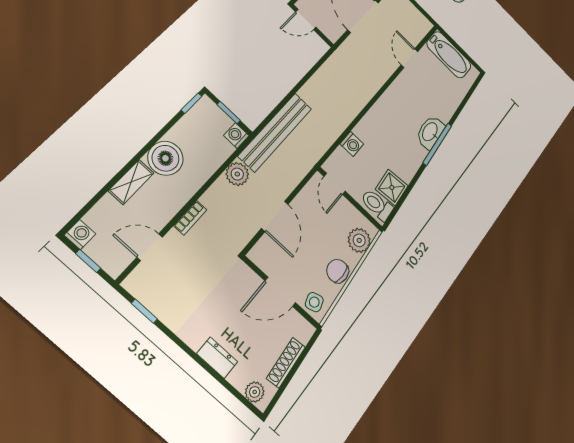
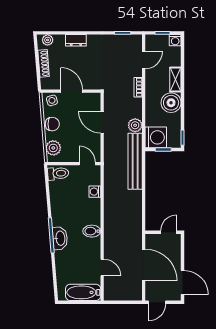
bidet: (390, 105) -> (92, 231), added
washing machine: (236, 135) -> (156, 137), width x1.89, depth x1.89
shower: (392, 187) -> (57, 189), removed
door: (280, 292) -> (72, 91), hinge flipped

